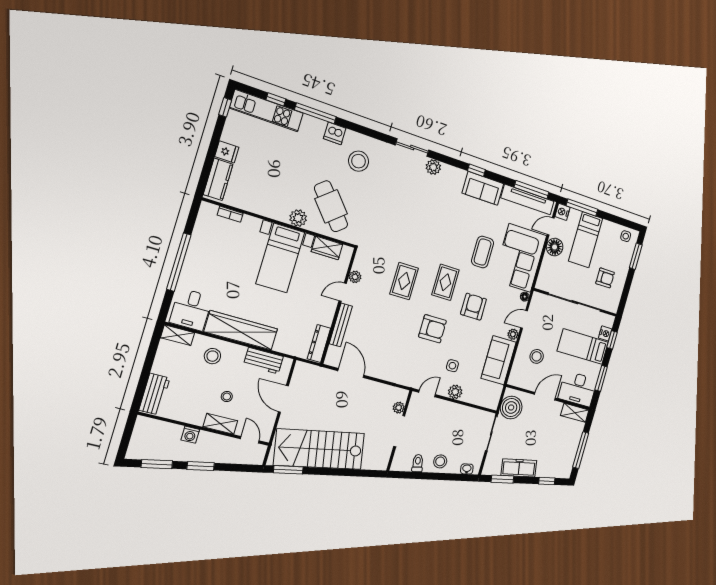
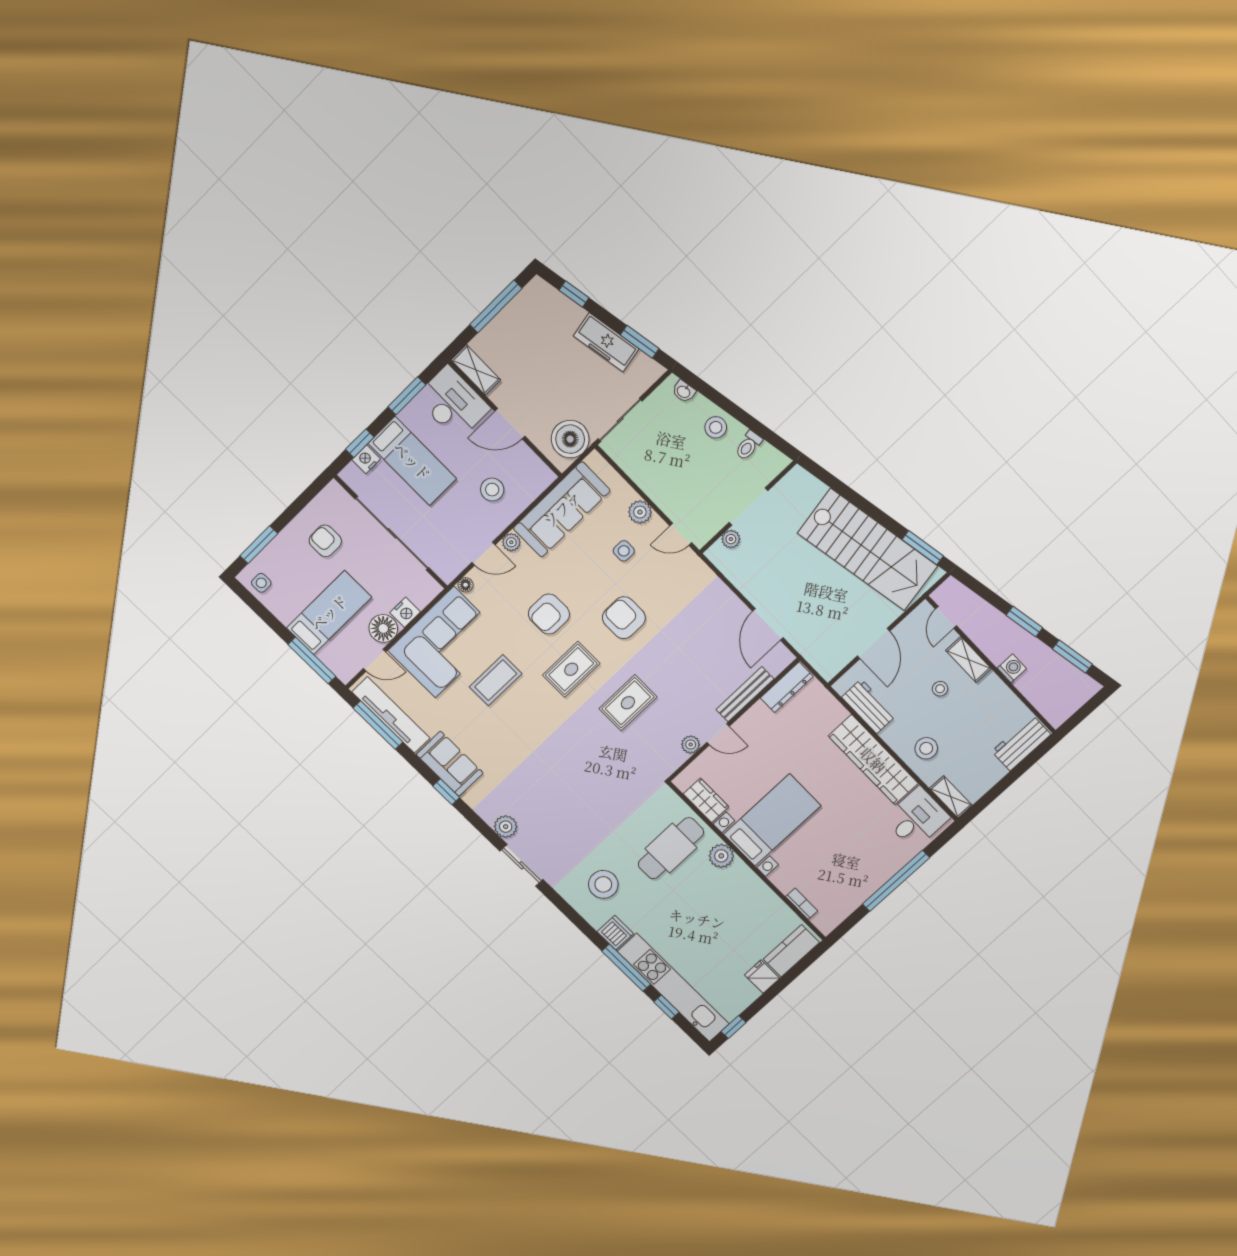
kitchen unit: (266, 111) -> (673, 988), width x1.36
cafe table: (331, 206) -> (671, 848), turned 40
nightstand: (563, 212) -> (405, 612), moved
sofa: (499, 360) -> (562, 509), width x1.36

